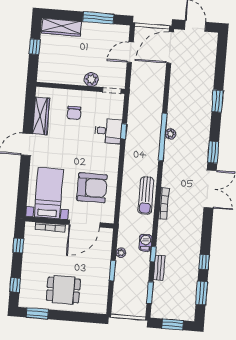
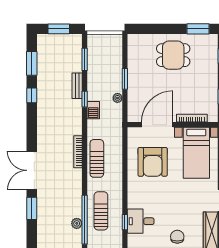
sun lounger: (146, 144) -> (101, 211), added
armchair: (92, 188) -> (153, 162), turned -90

